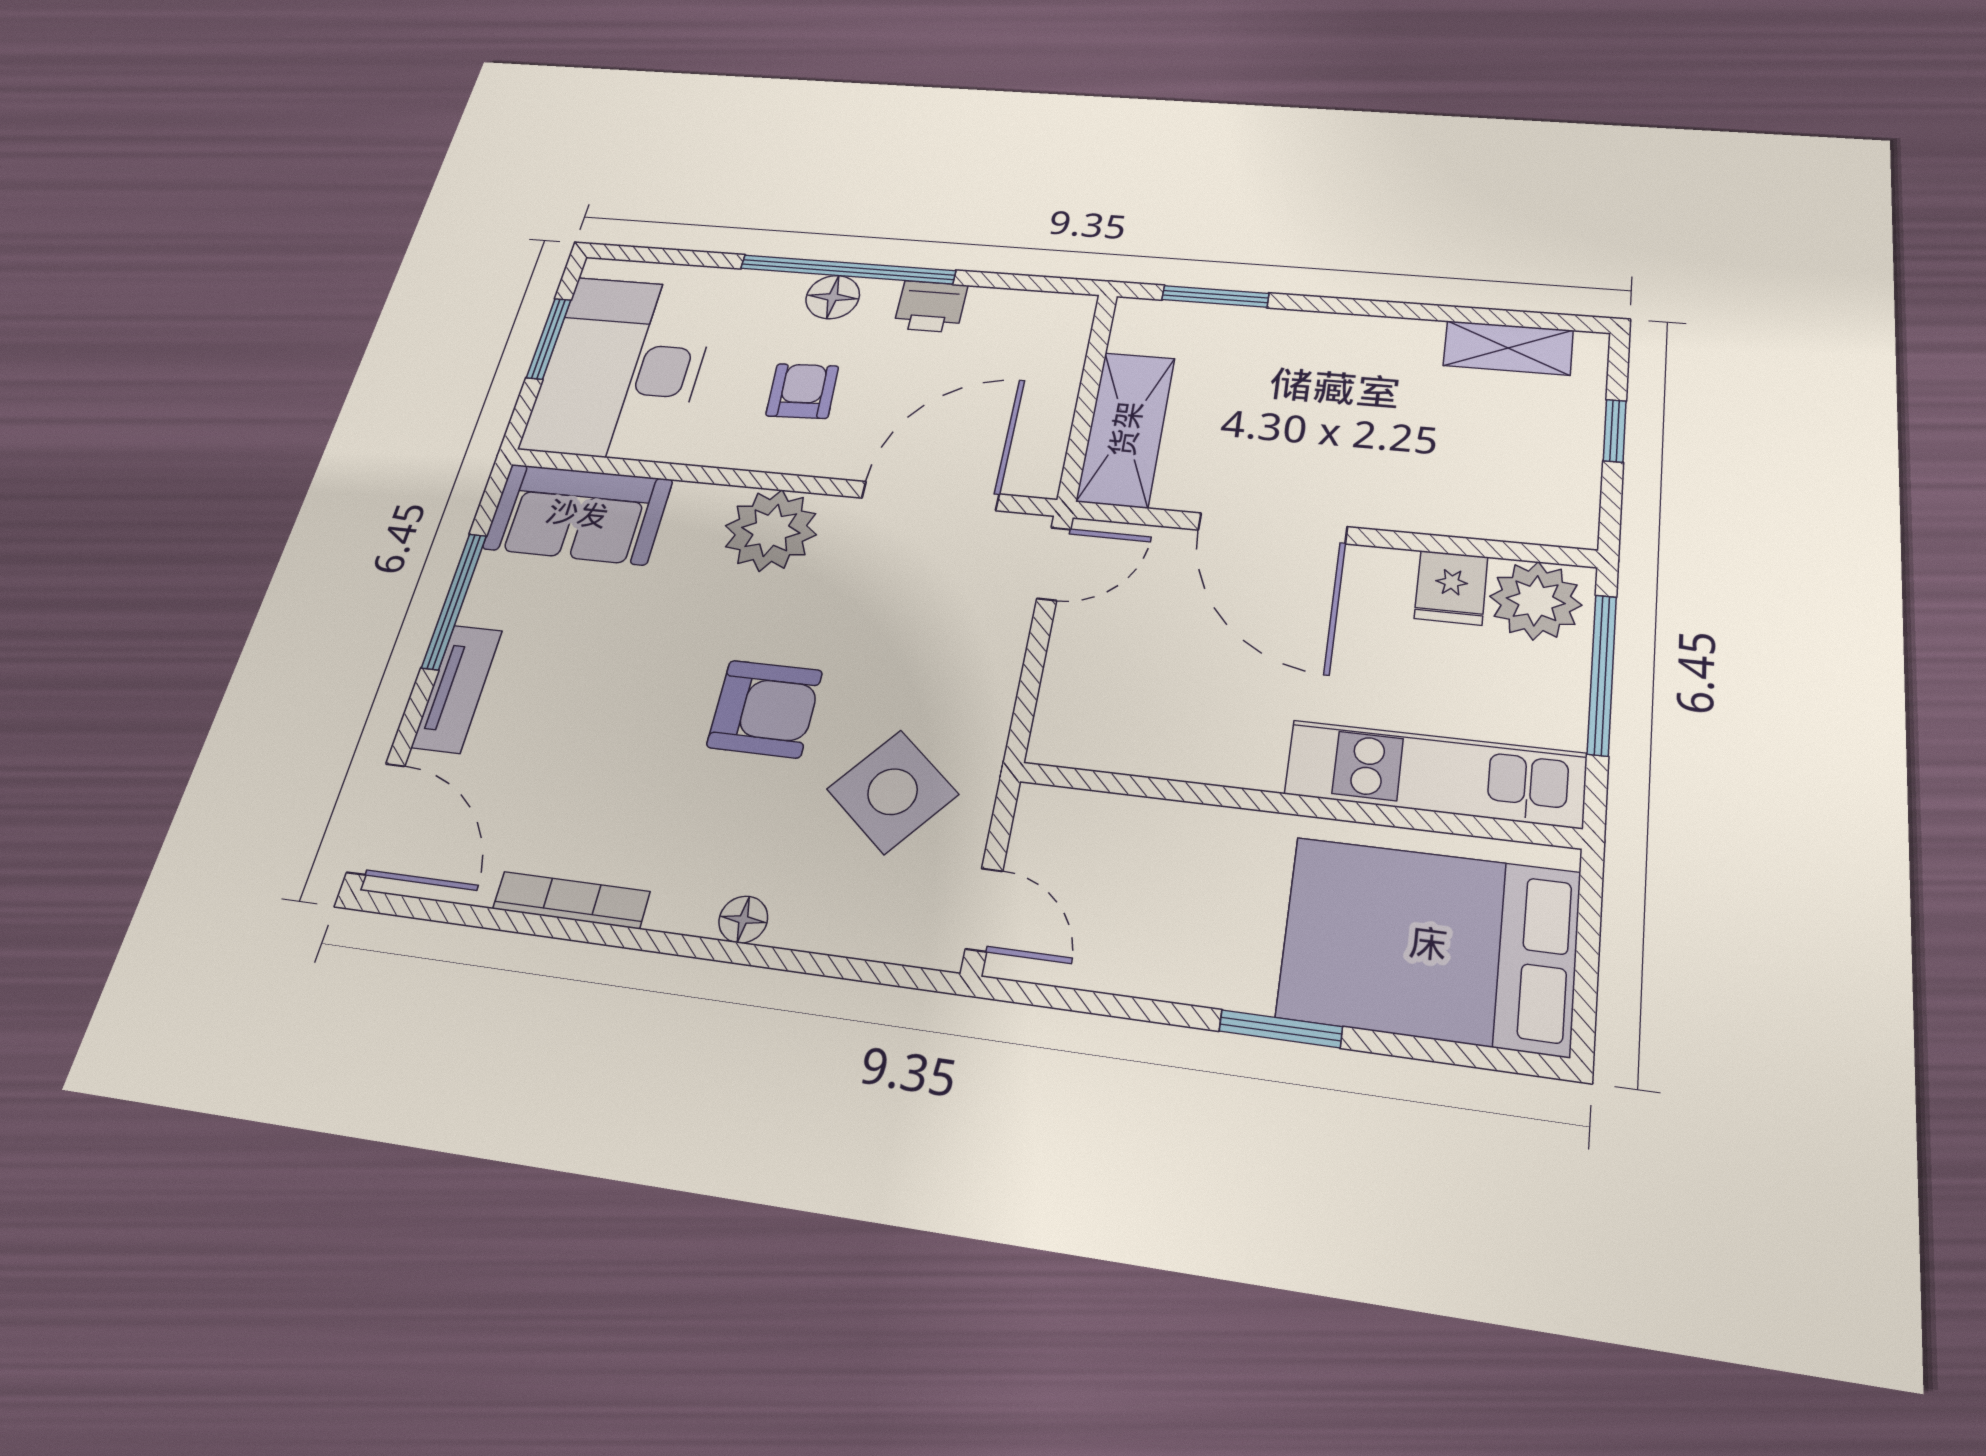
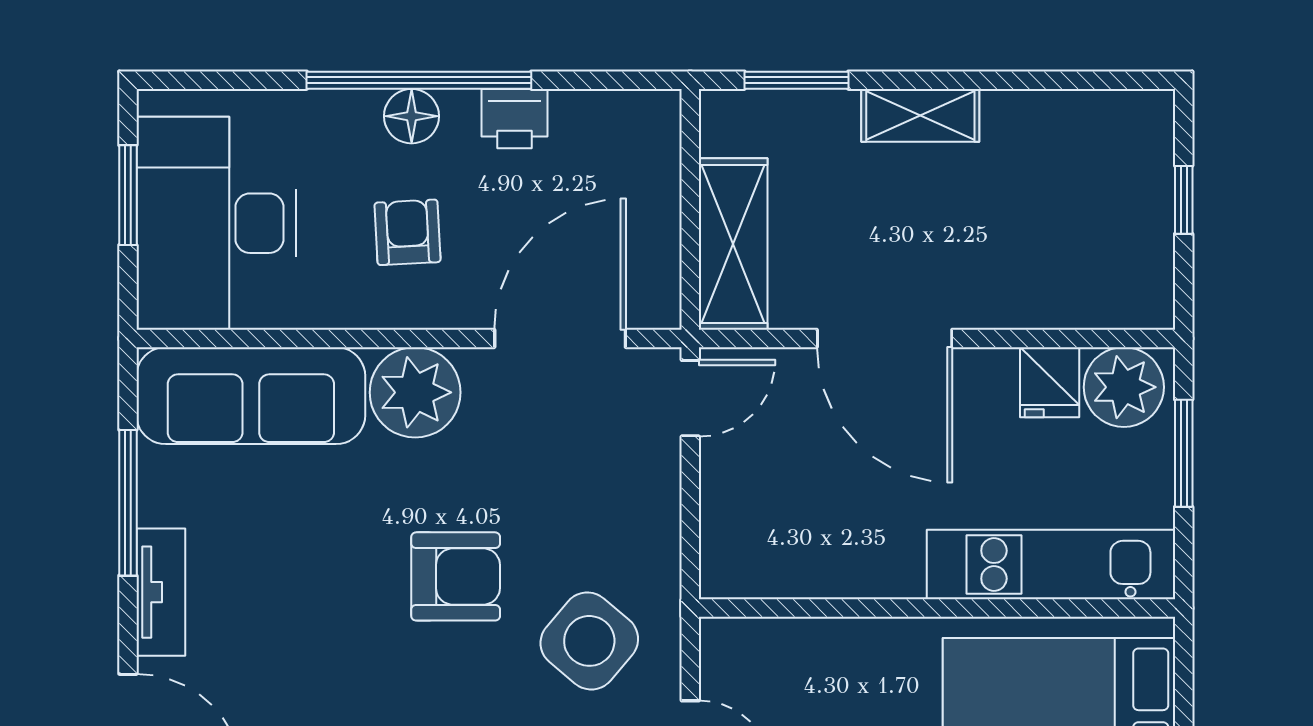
shelving: (1508, 348) -> (920, 115), moved
sofa: (578, 514) -> (251, 396), width x1.36
window: (1602, 674) -> (1184, 453), width x0.69

